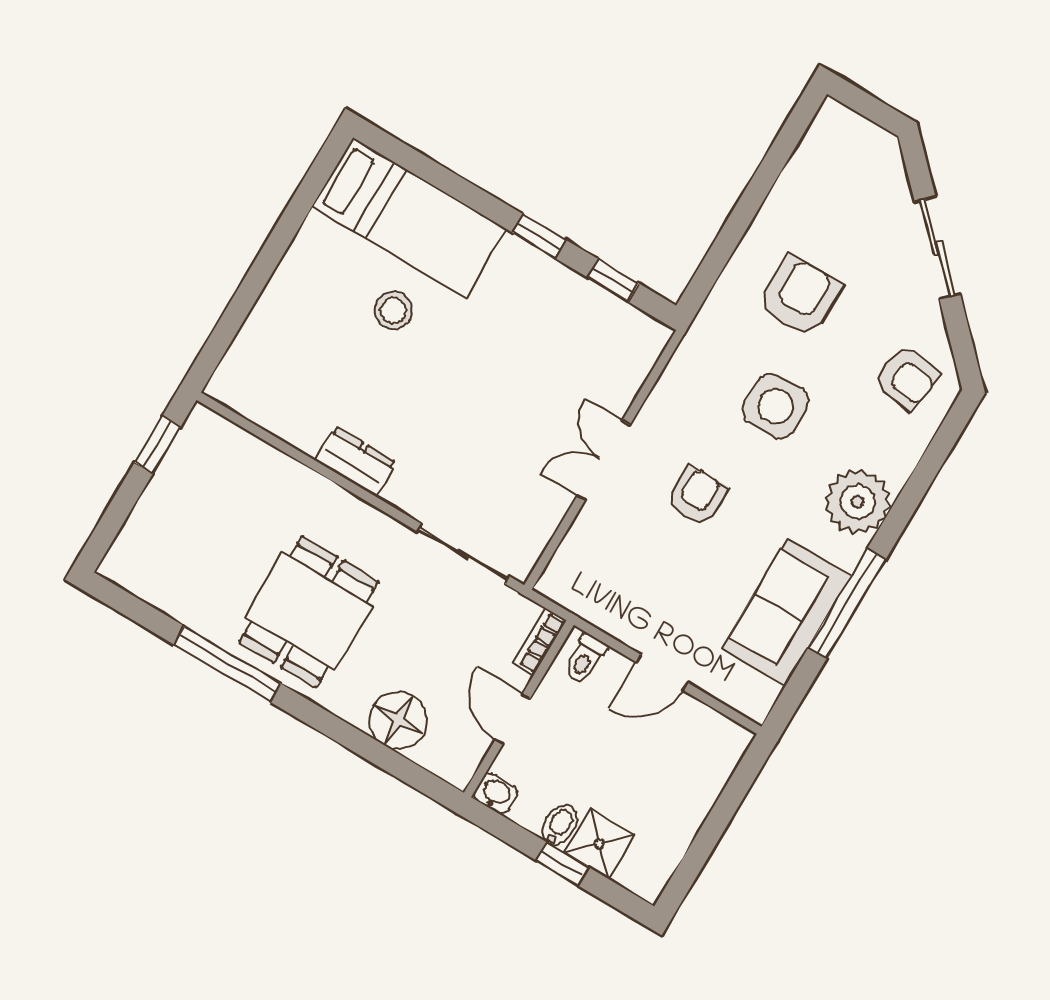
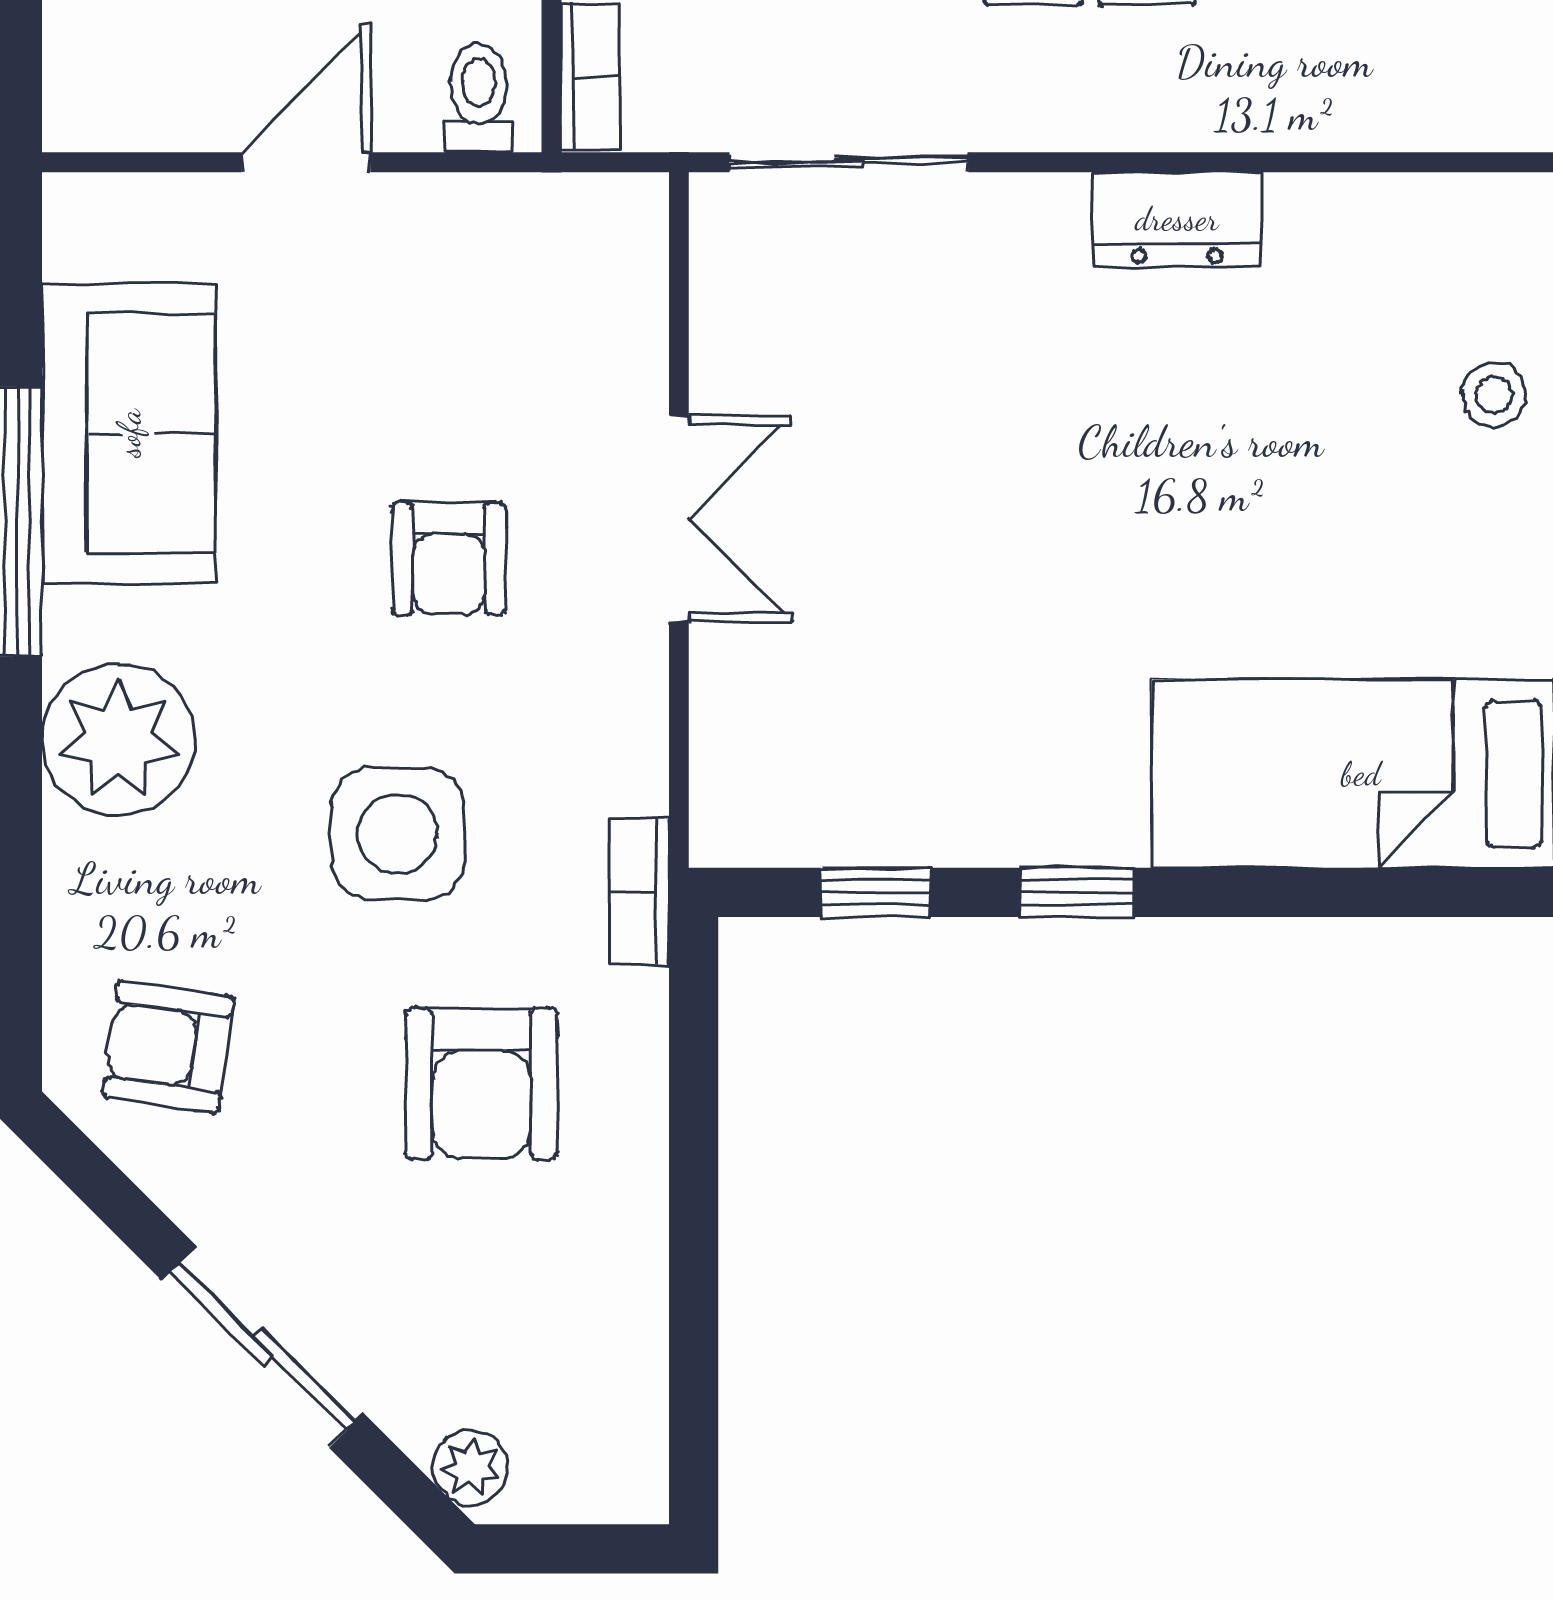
plant: (887, 158) -> (471, 1467), added
stool: (393, 310) -> (1494, 395), moved, width x0.73, depth x0.73
bookcase: (699, 332) -> (640, 891), added

